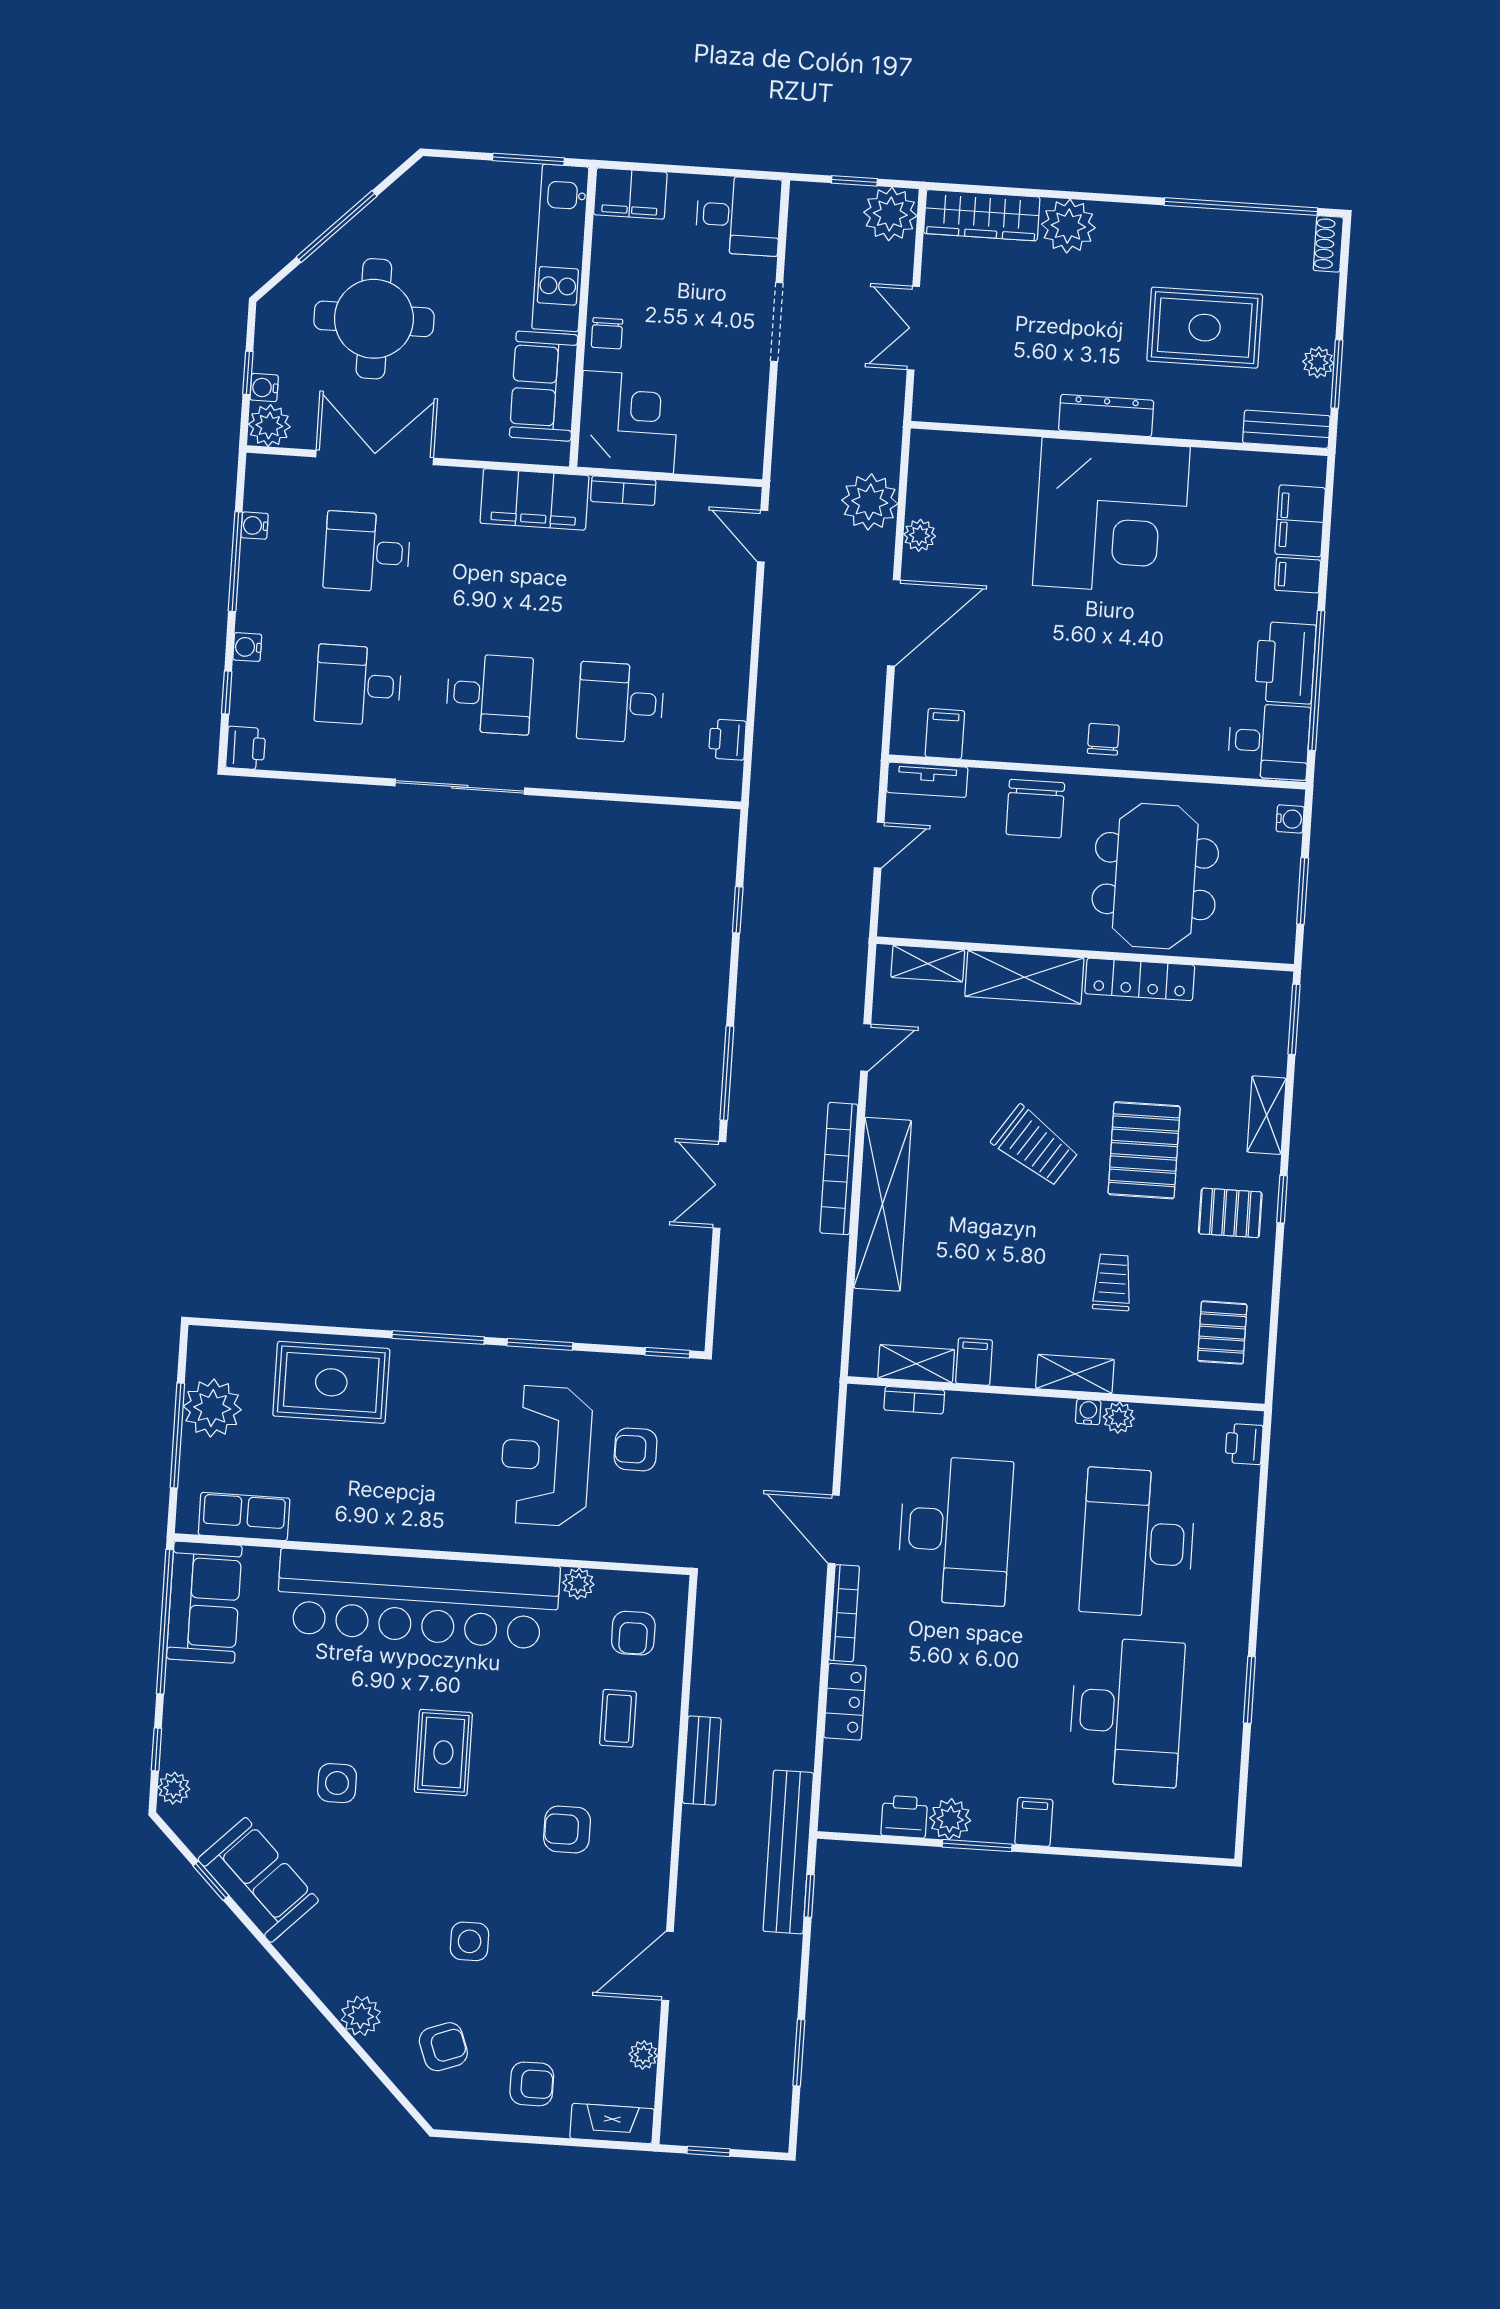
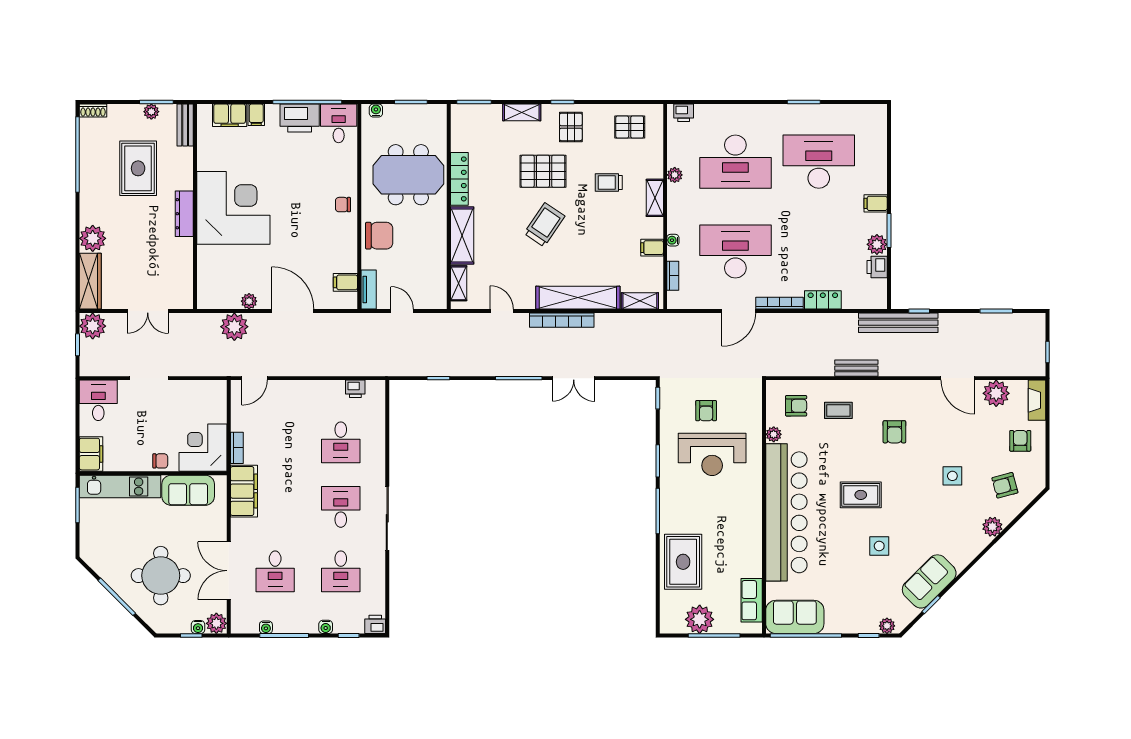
shelving: (916, 1364) -> (640, 301), moved, turned 90
water cooler: (1088, 1412) -> (673, 240), moved
armchair: (443, 2047) -> (1005, 485), turned -85
plant: (643, 2055) -> (996, 393), width x1.88, depth x1.88

